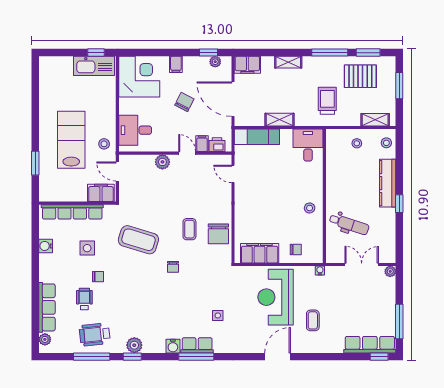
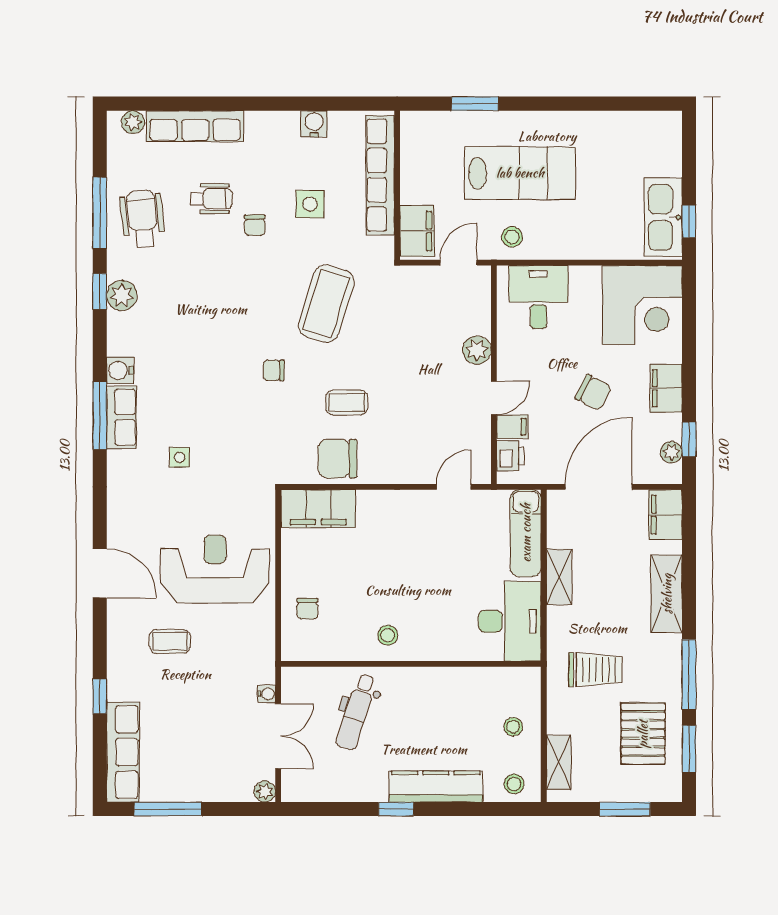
shelving: (288, 62) -> (667, 594), width x1.50, depth x1.33
filing cabinet: (176, 64) -> (666, 388), width x2.00
desk: (308, 145) -> (510, 621), width x1.37
filing cabinet: (260, 253) -> (318, 509), moved, turned 90
water cooler: (320, 270) -> (267, 694), moved
window: (379, 357) -> (100, 696), moved

